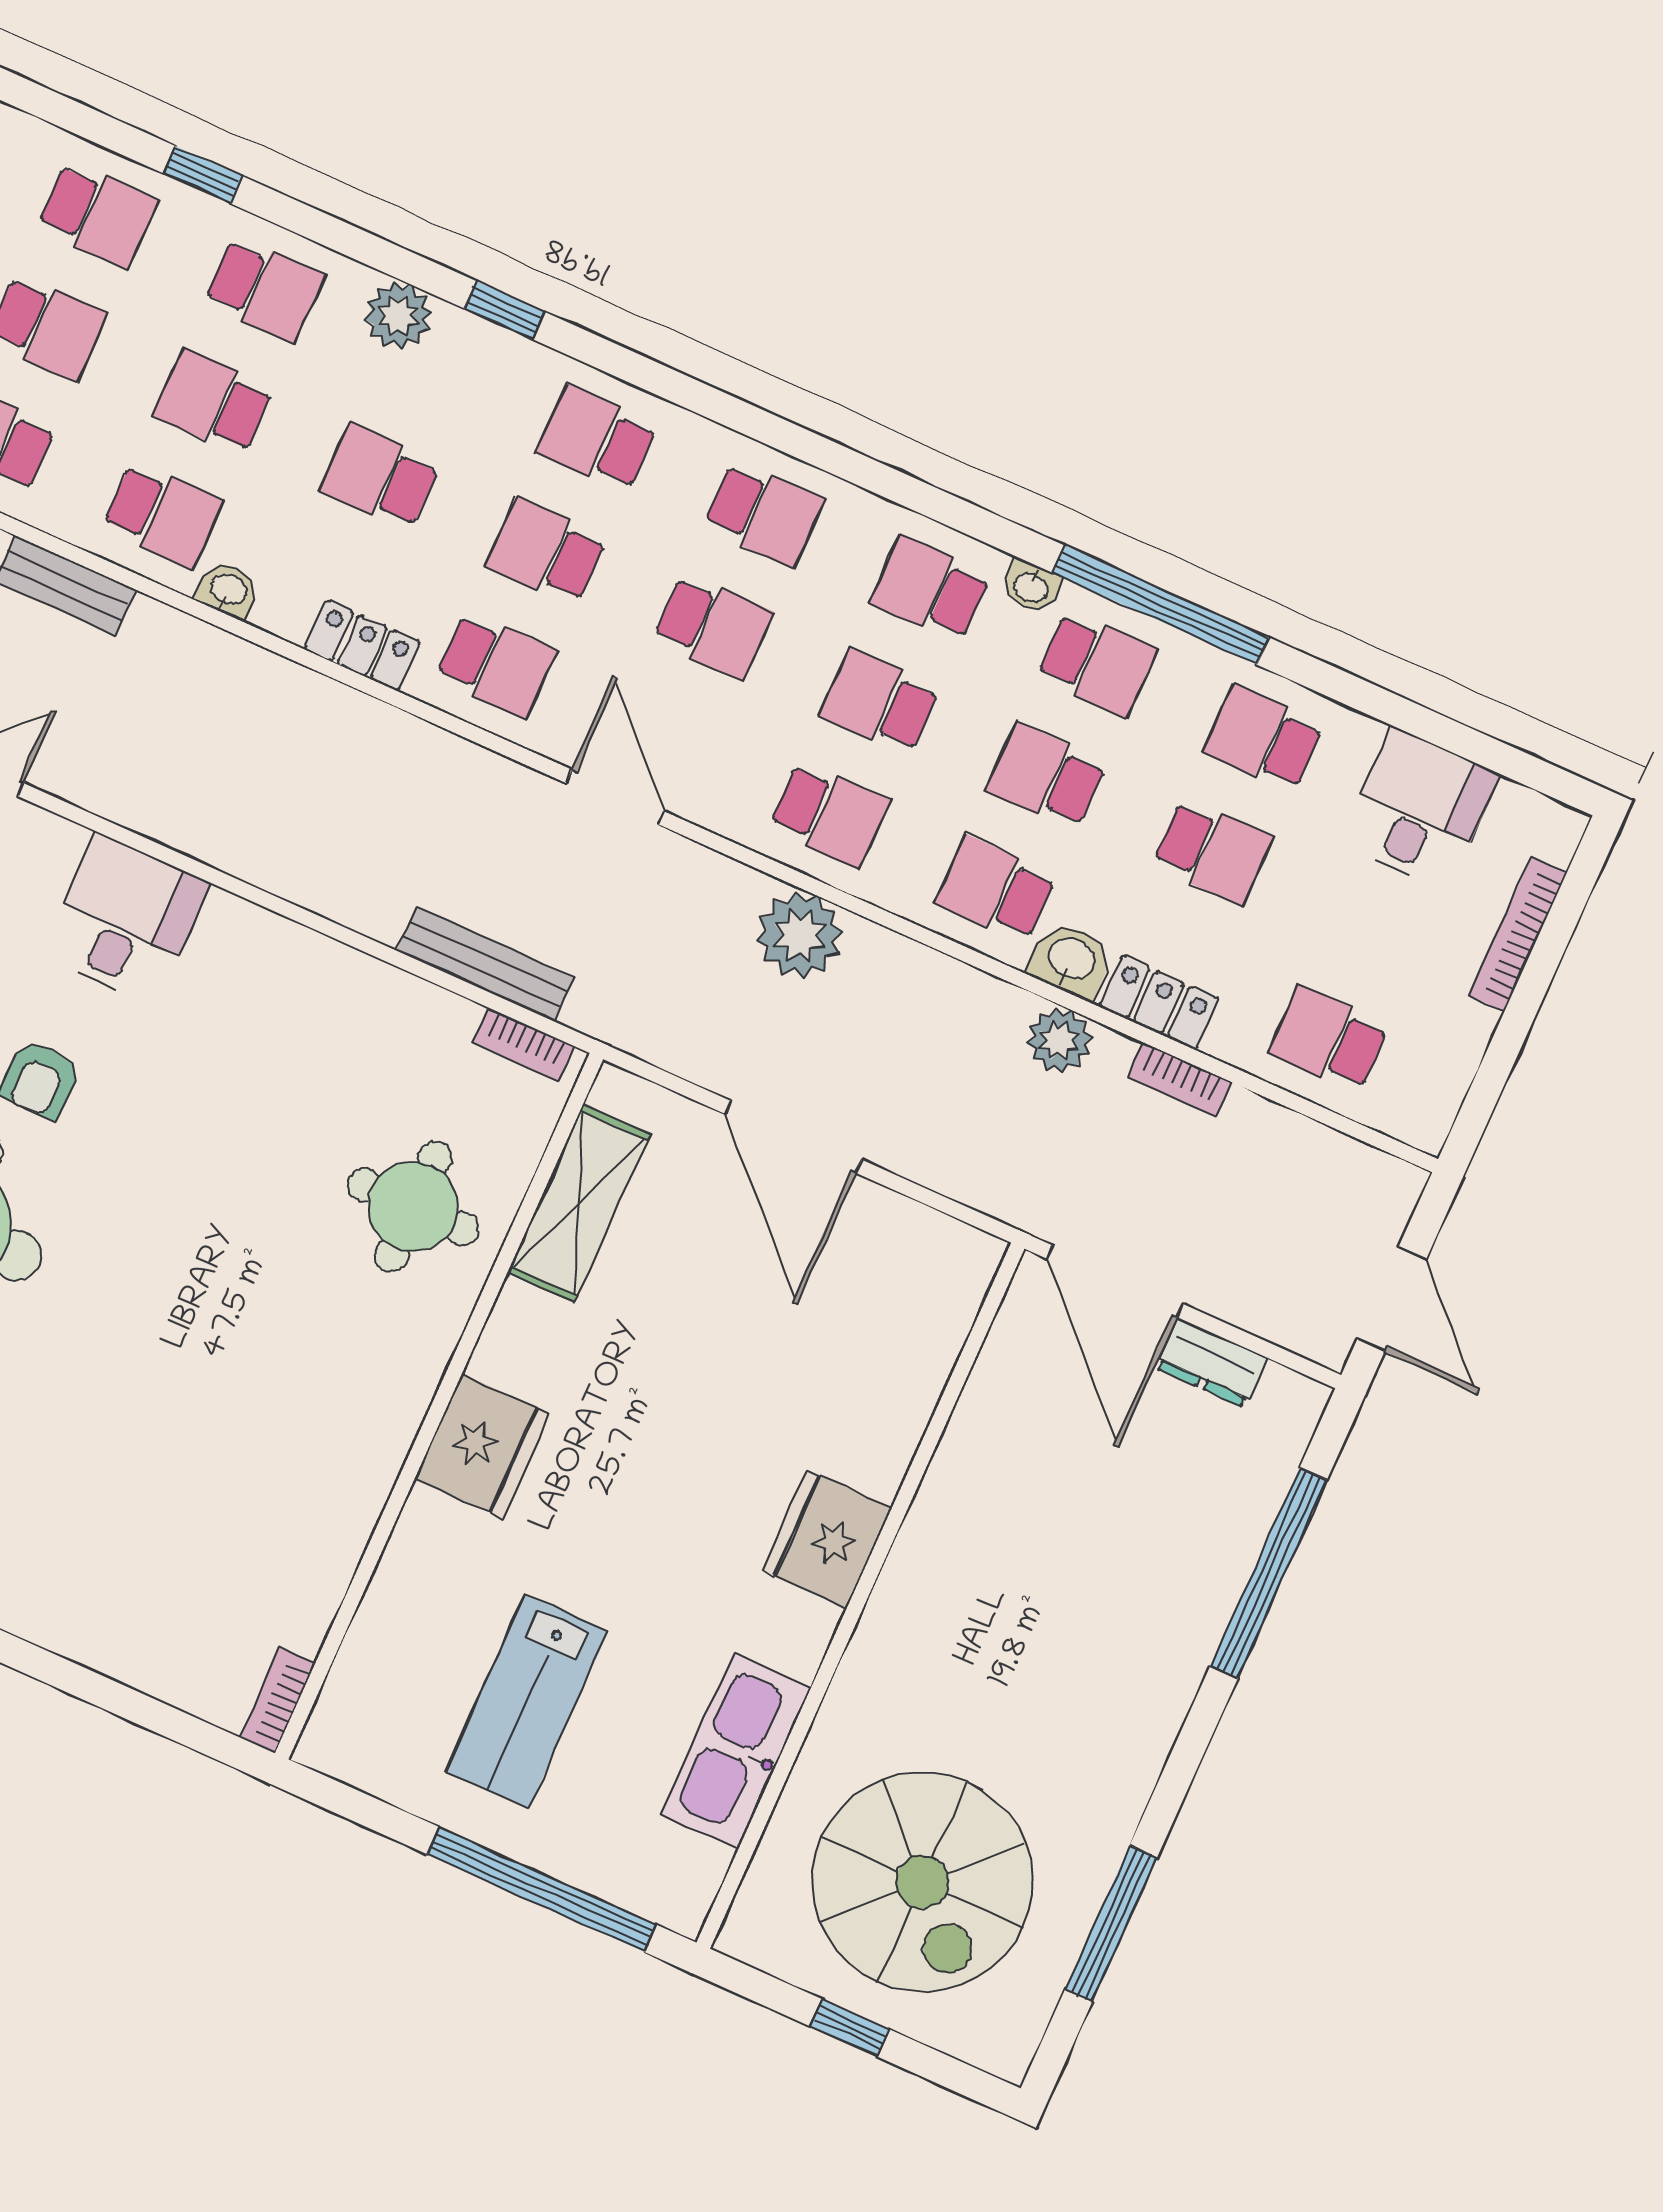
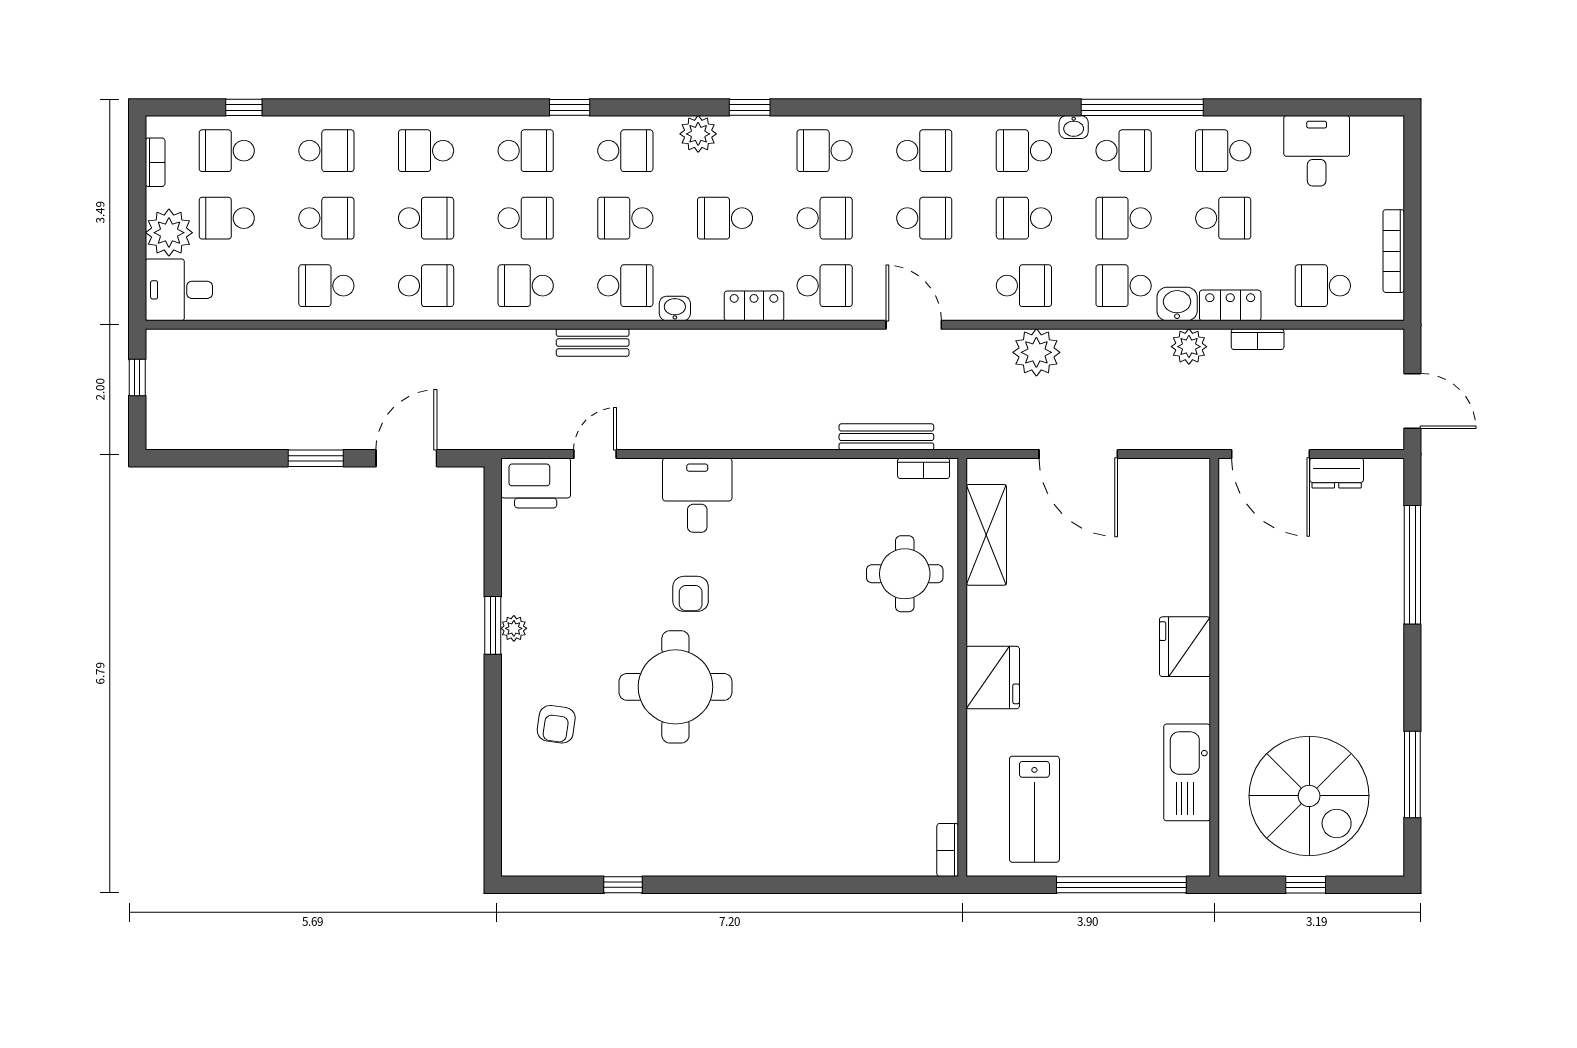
school desk: (546, 552) -> (825, 218), turned 180
bookcase: (1518, 934) -> (1394, 251), moved
lab bench: (527, 1701) -> (1034, 809), moved

